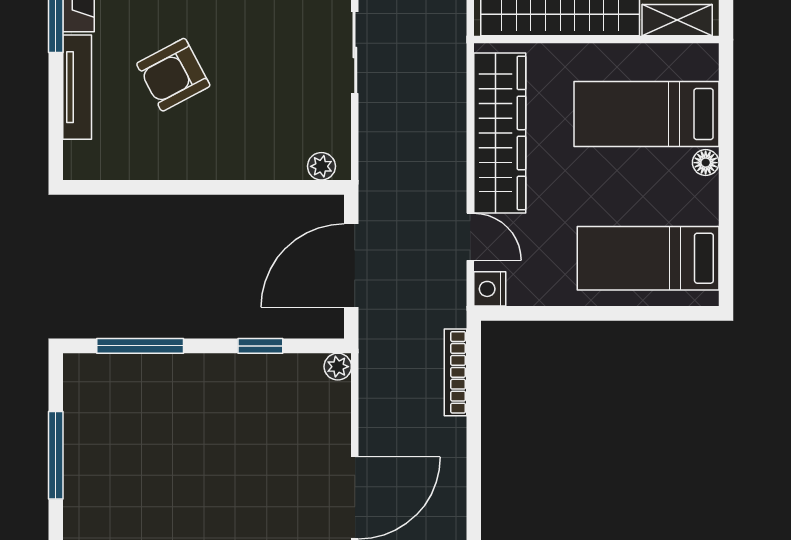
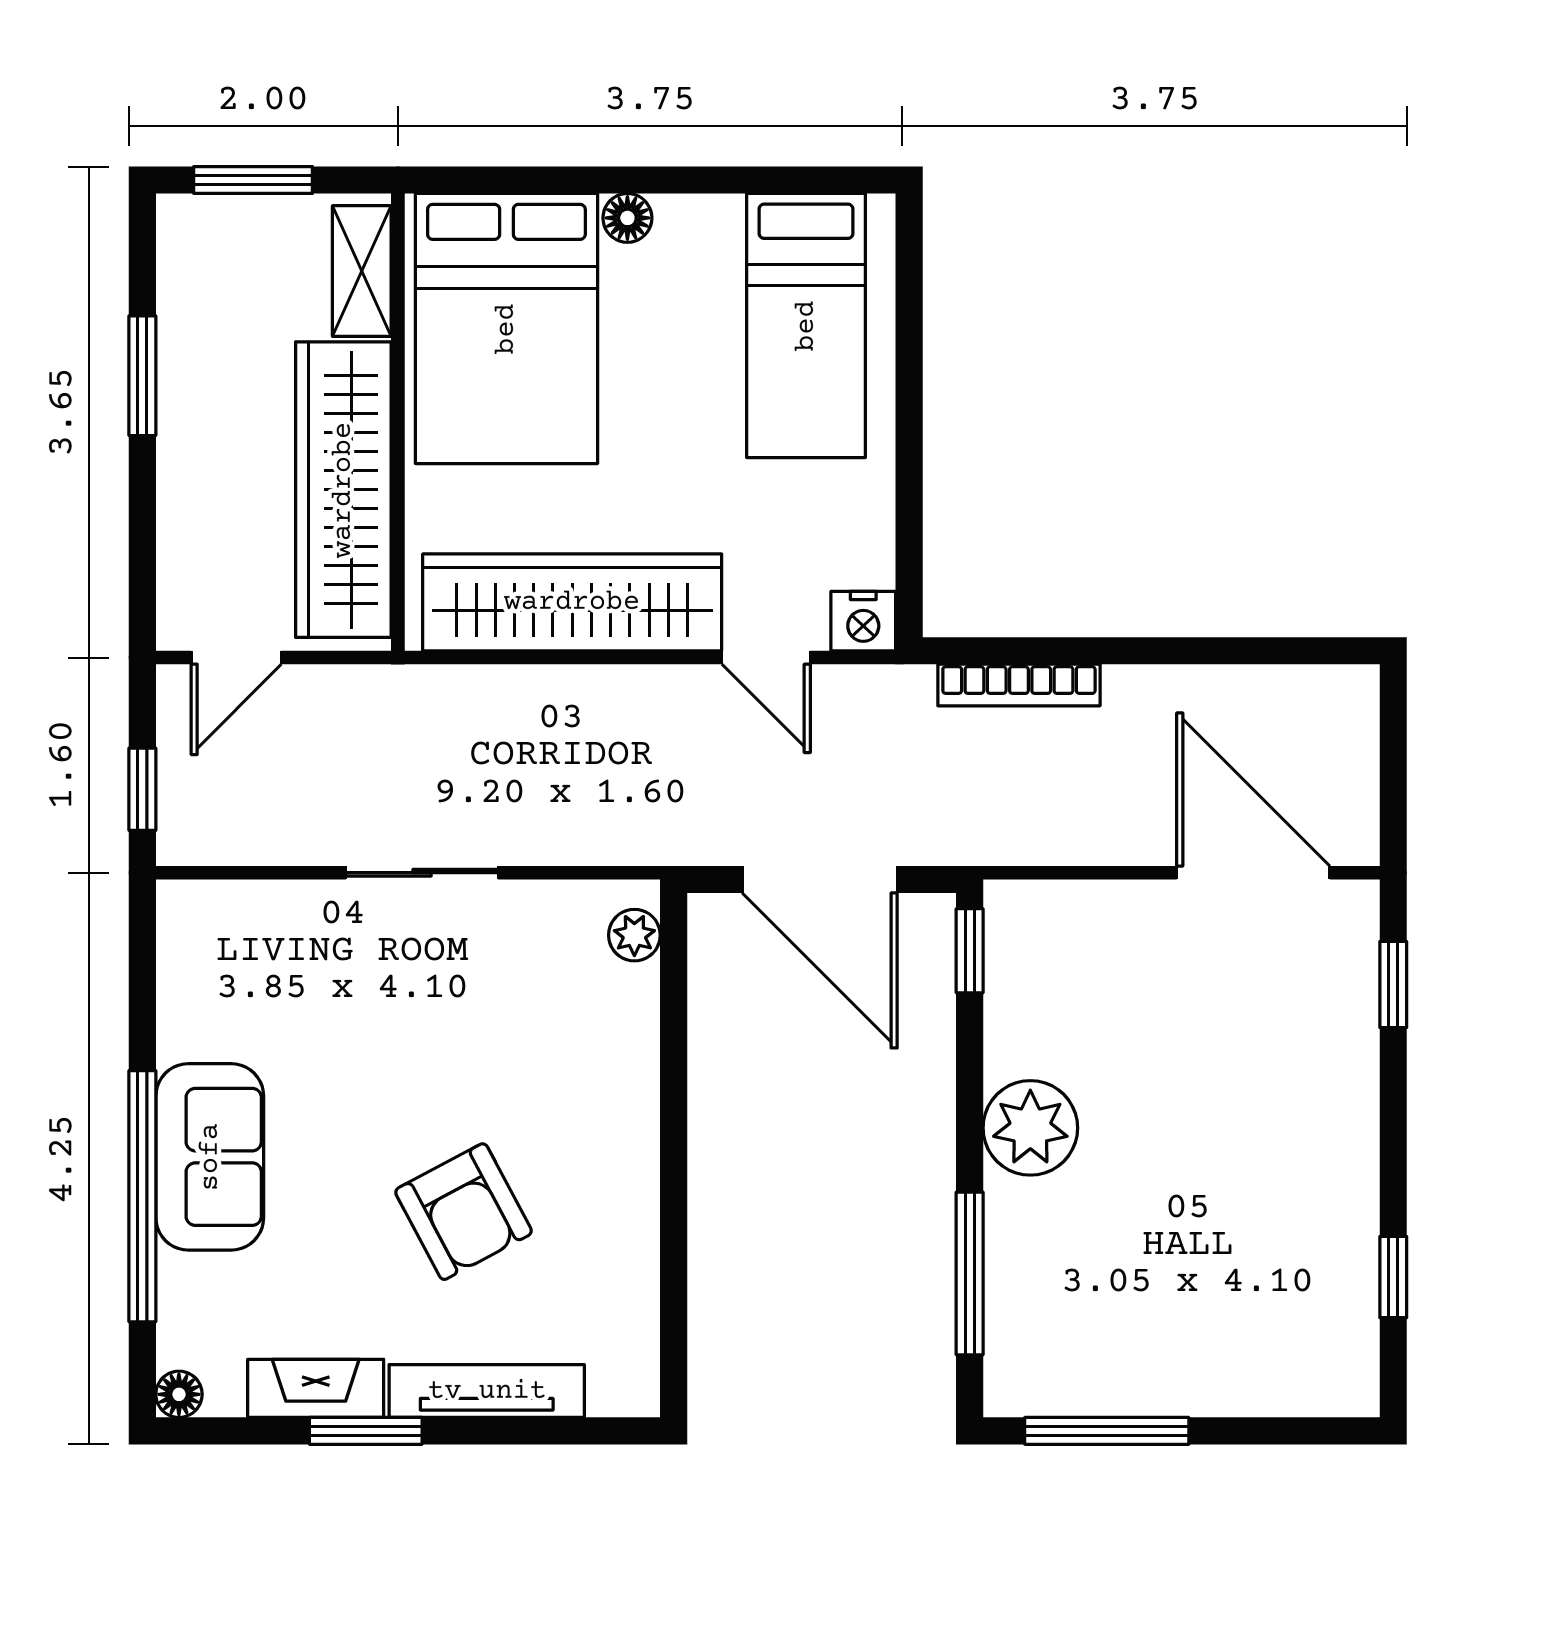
bed: (646, 114) -> (506, 329), width x1.50
door: (470, 237) -> (766, 658), swing flipped
window: (260, 346) -> (970, 951), moved
plant: (338, 367) -> (1030, 1128), moved, width x1.87, depth x1.87
window: (56, 455) -> (1107, 1431), moved

